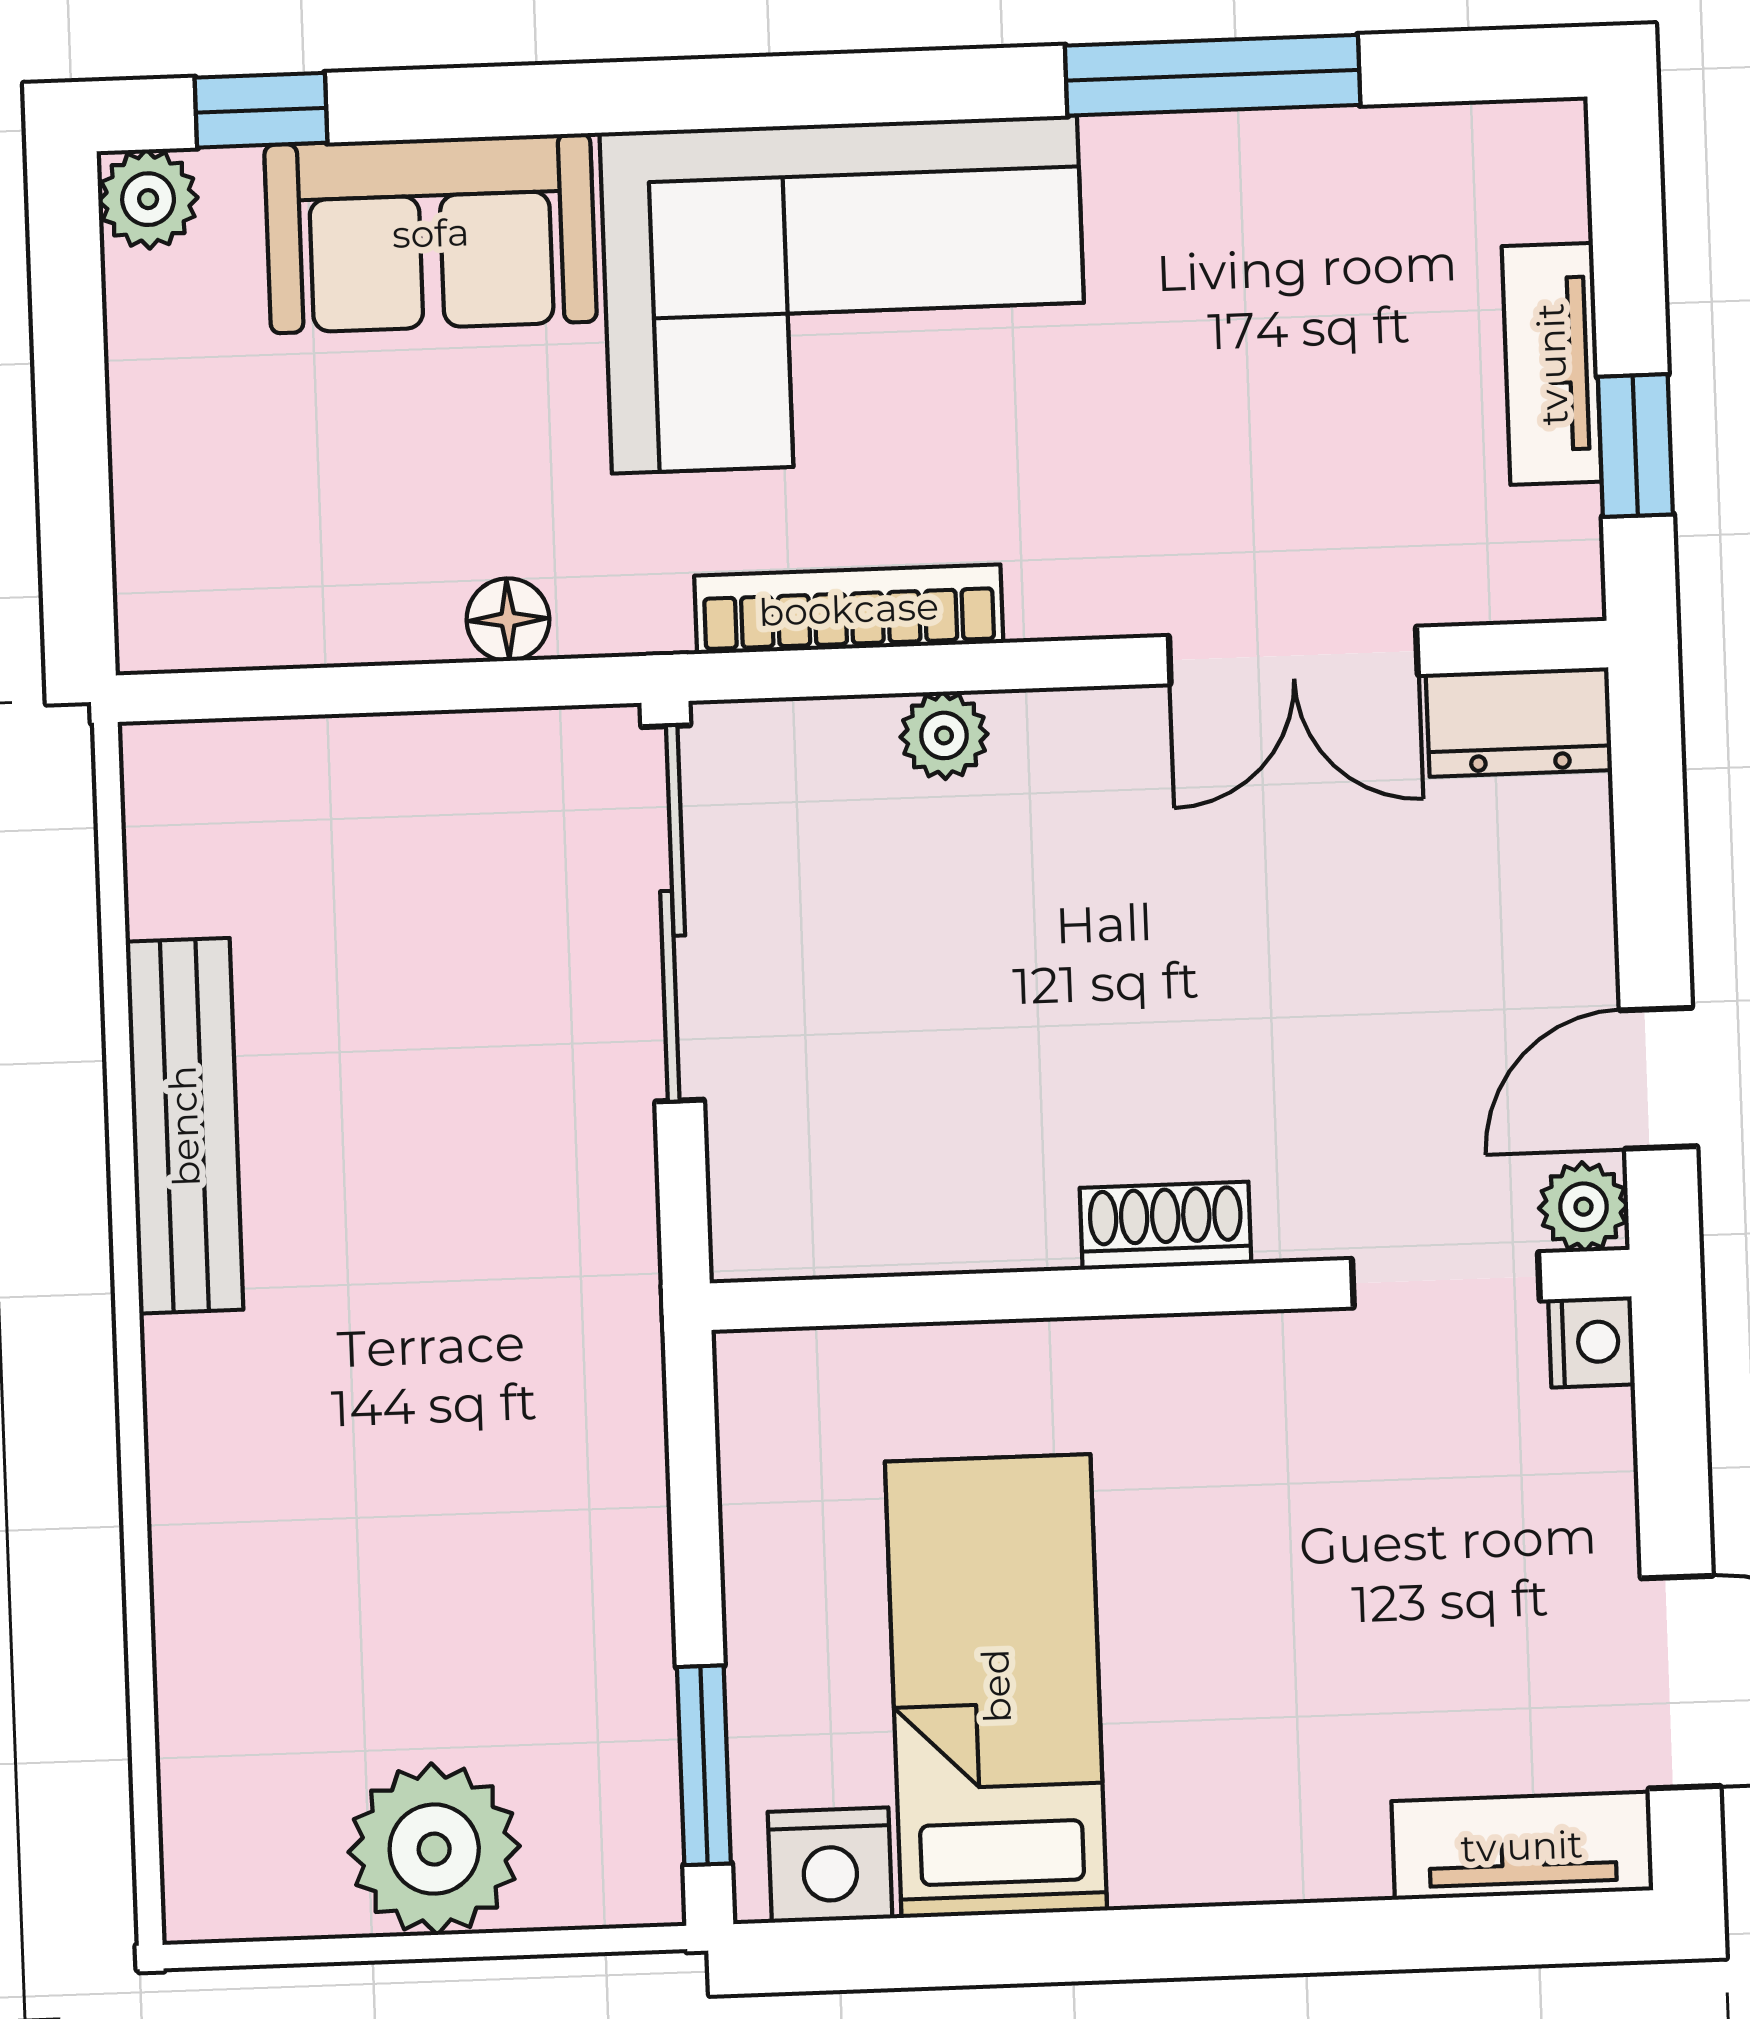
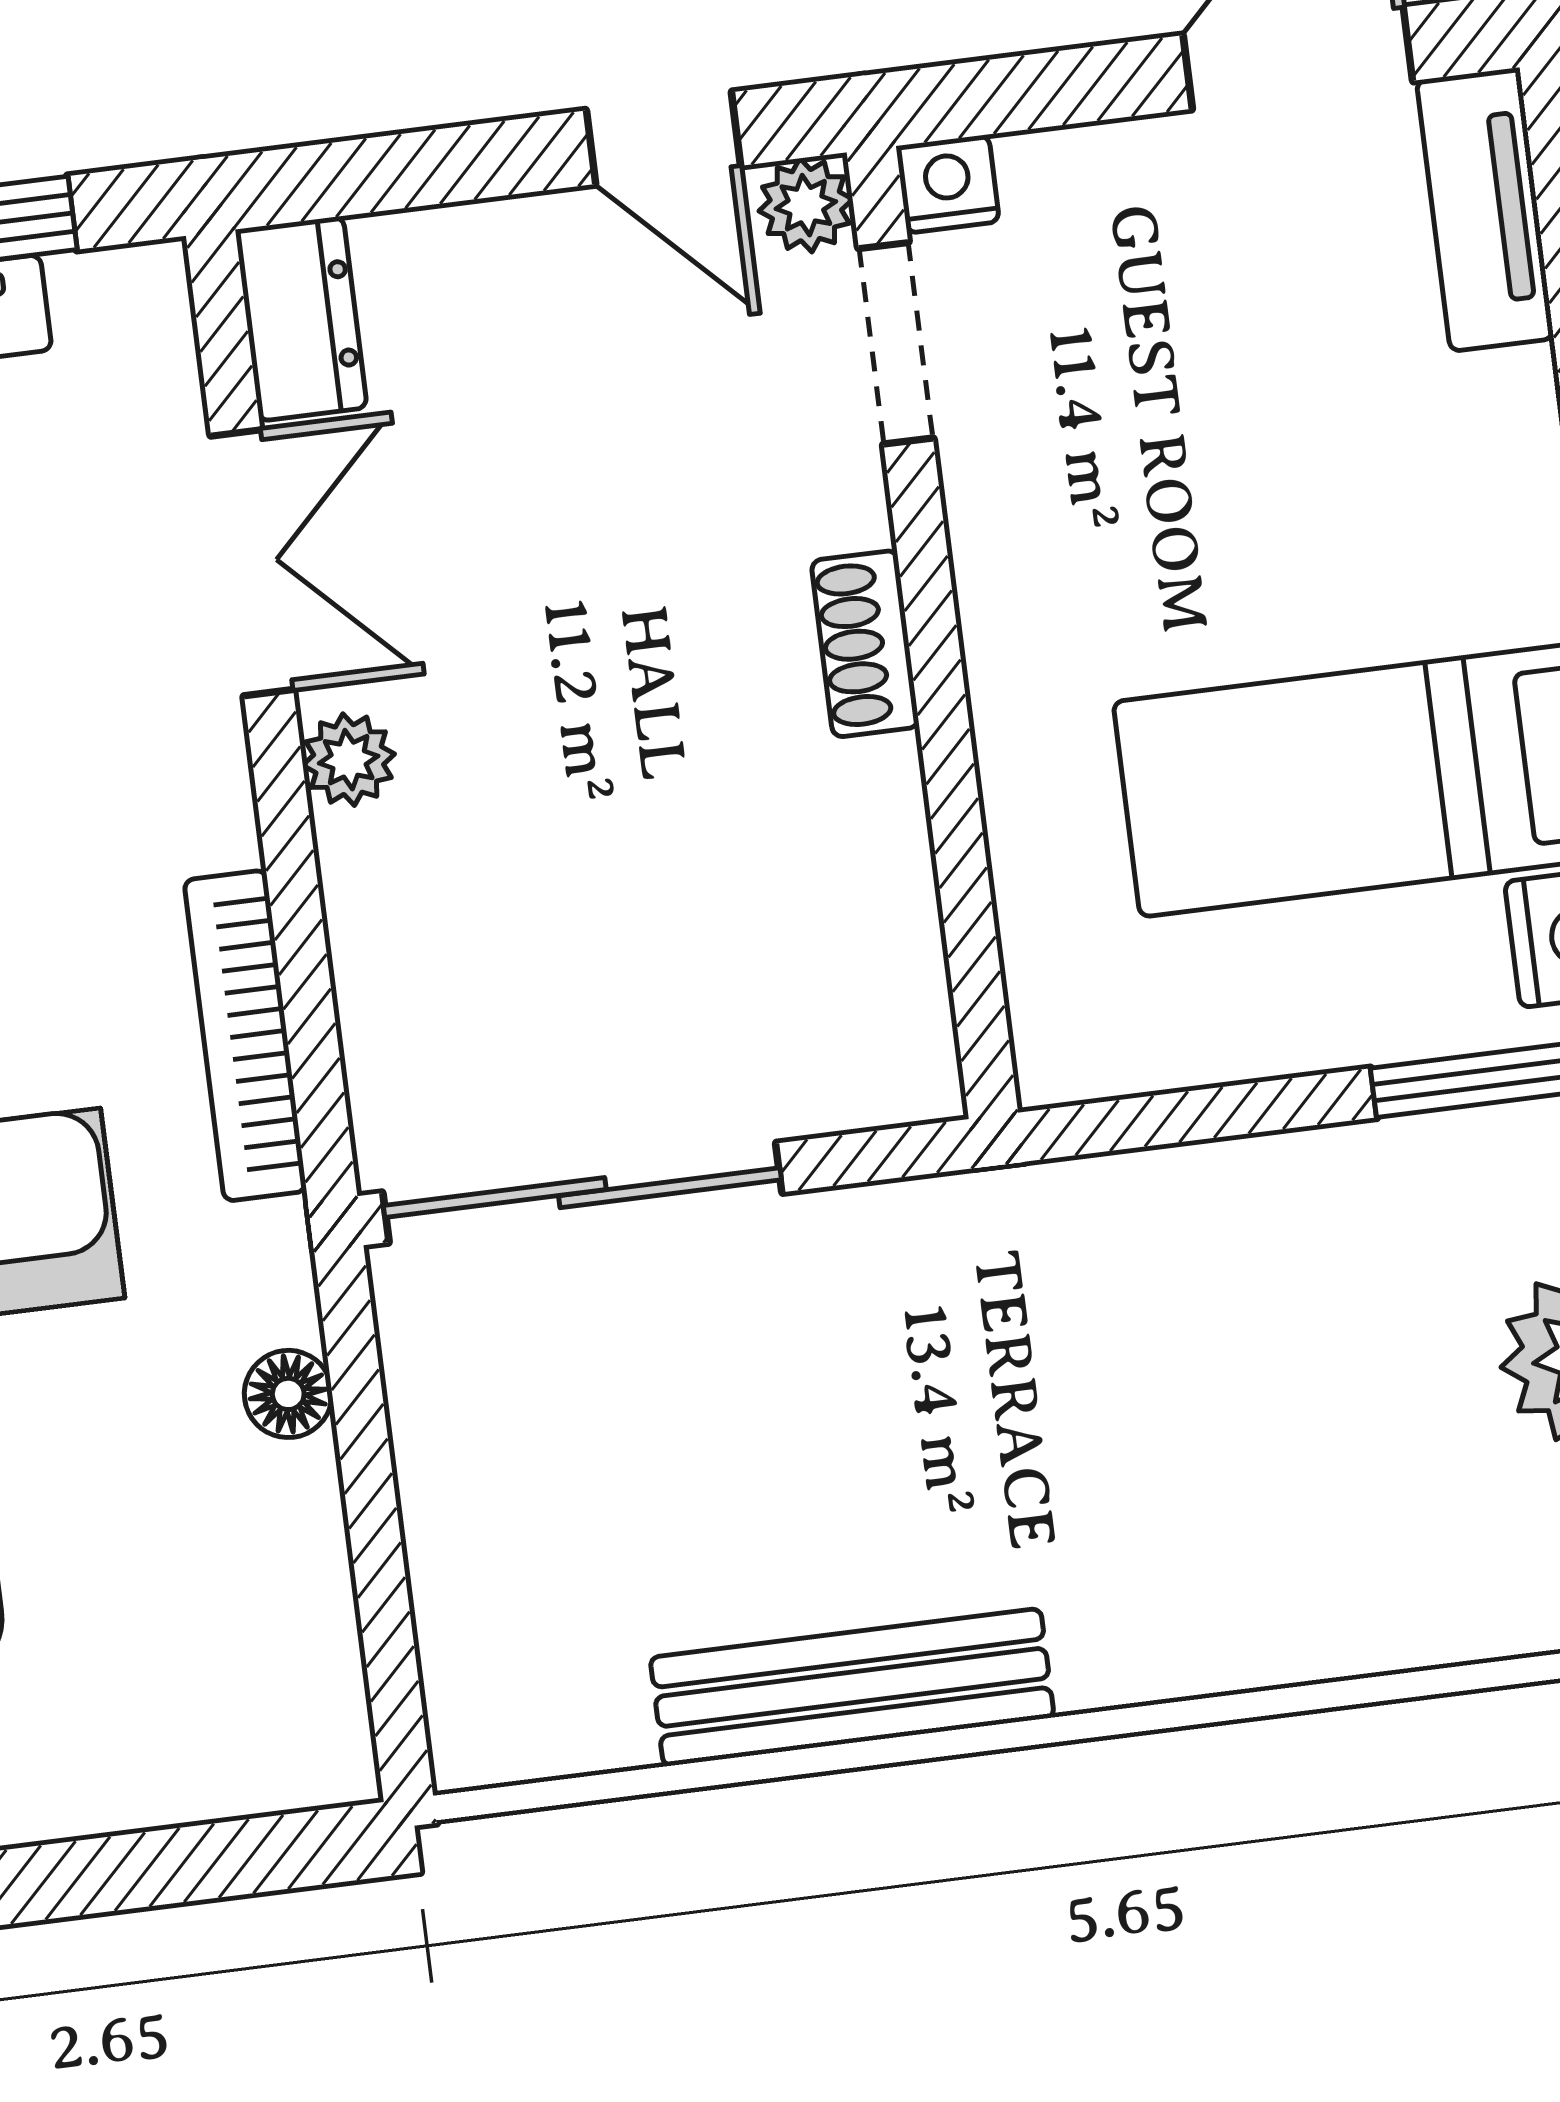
plant: (944, 735) -> (349, 760), moved

